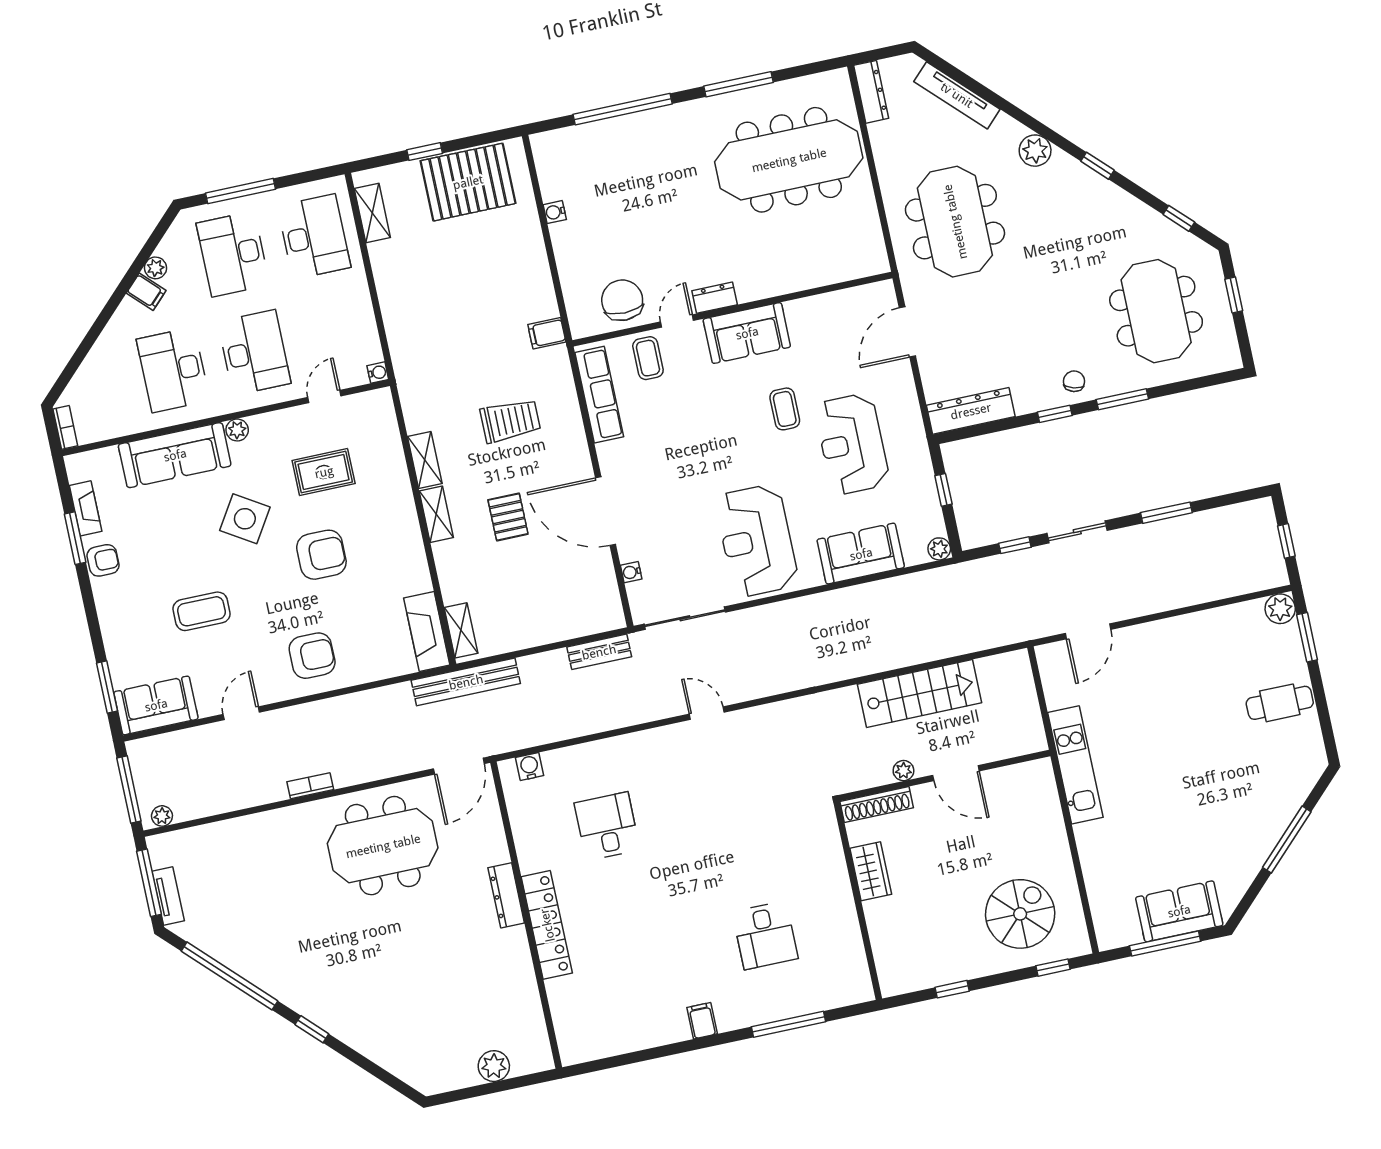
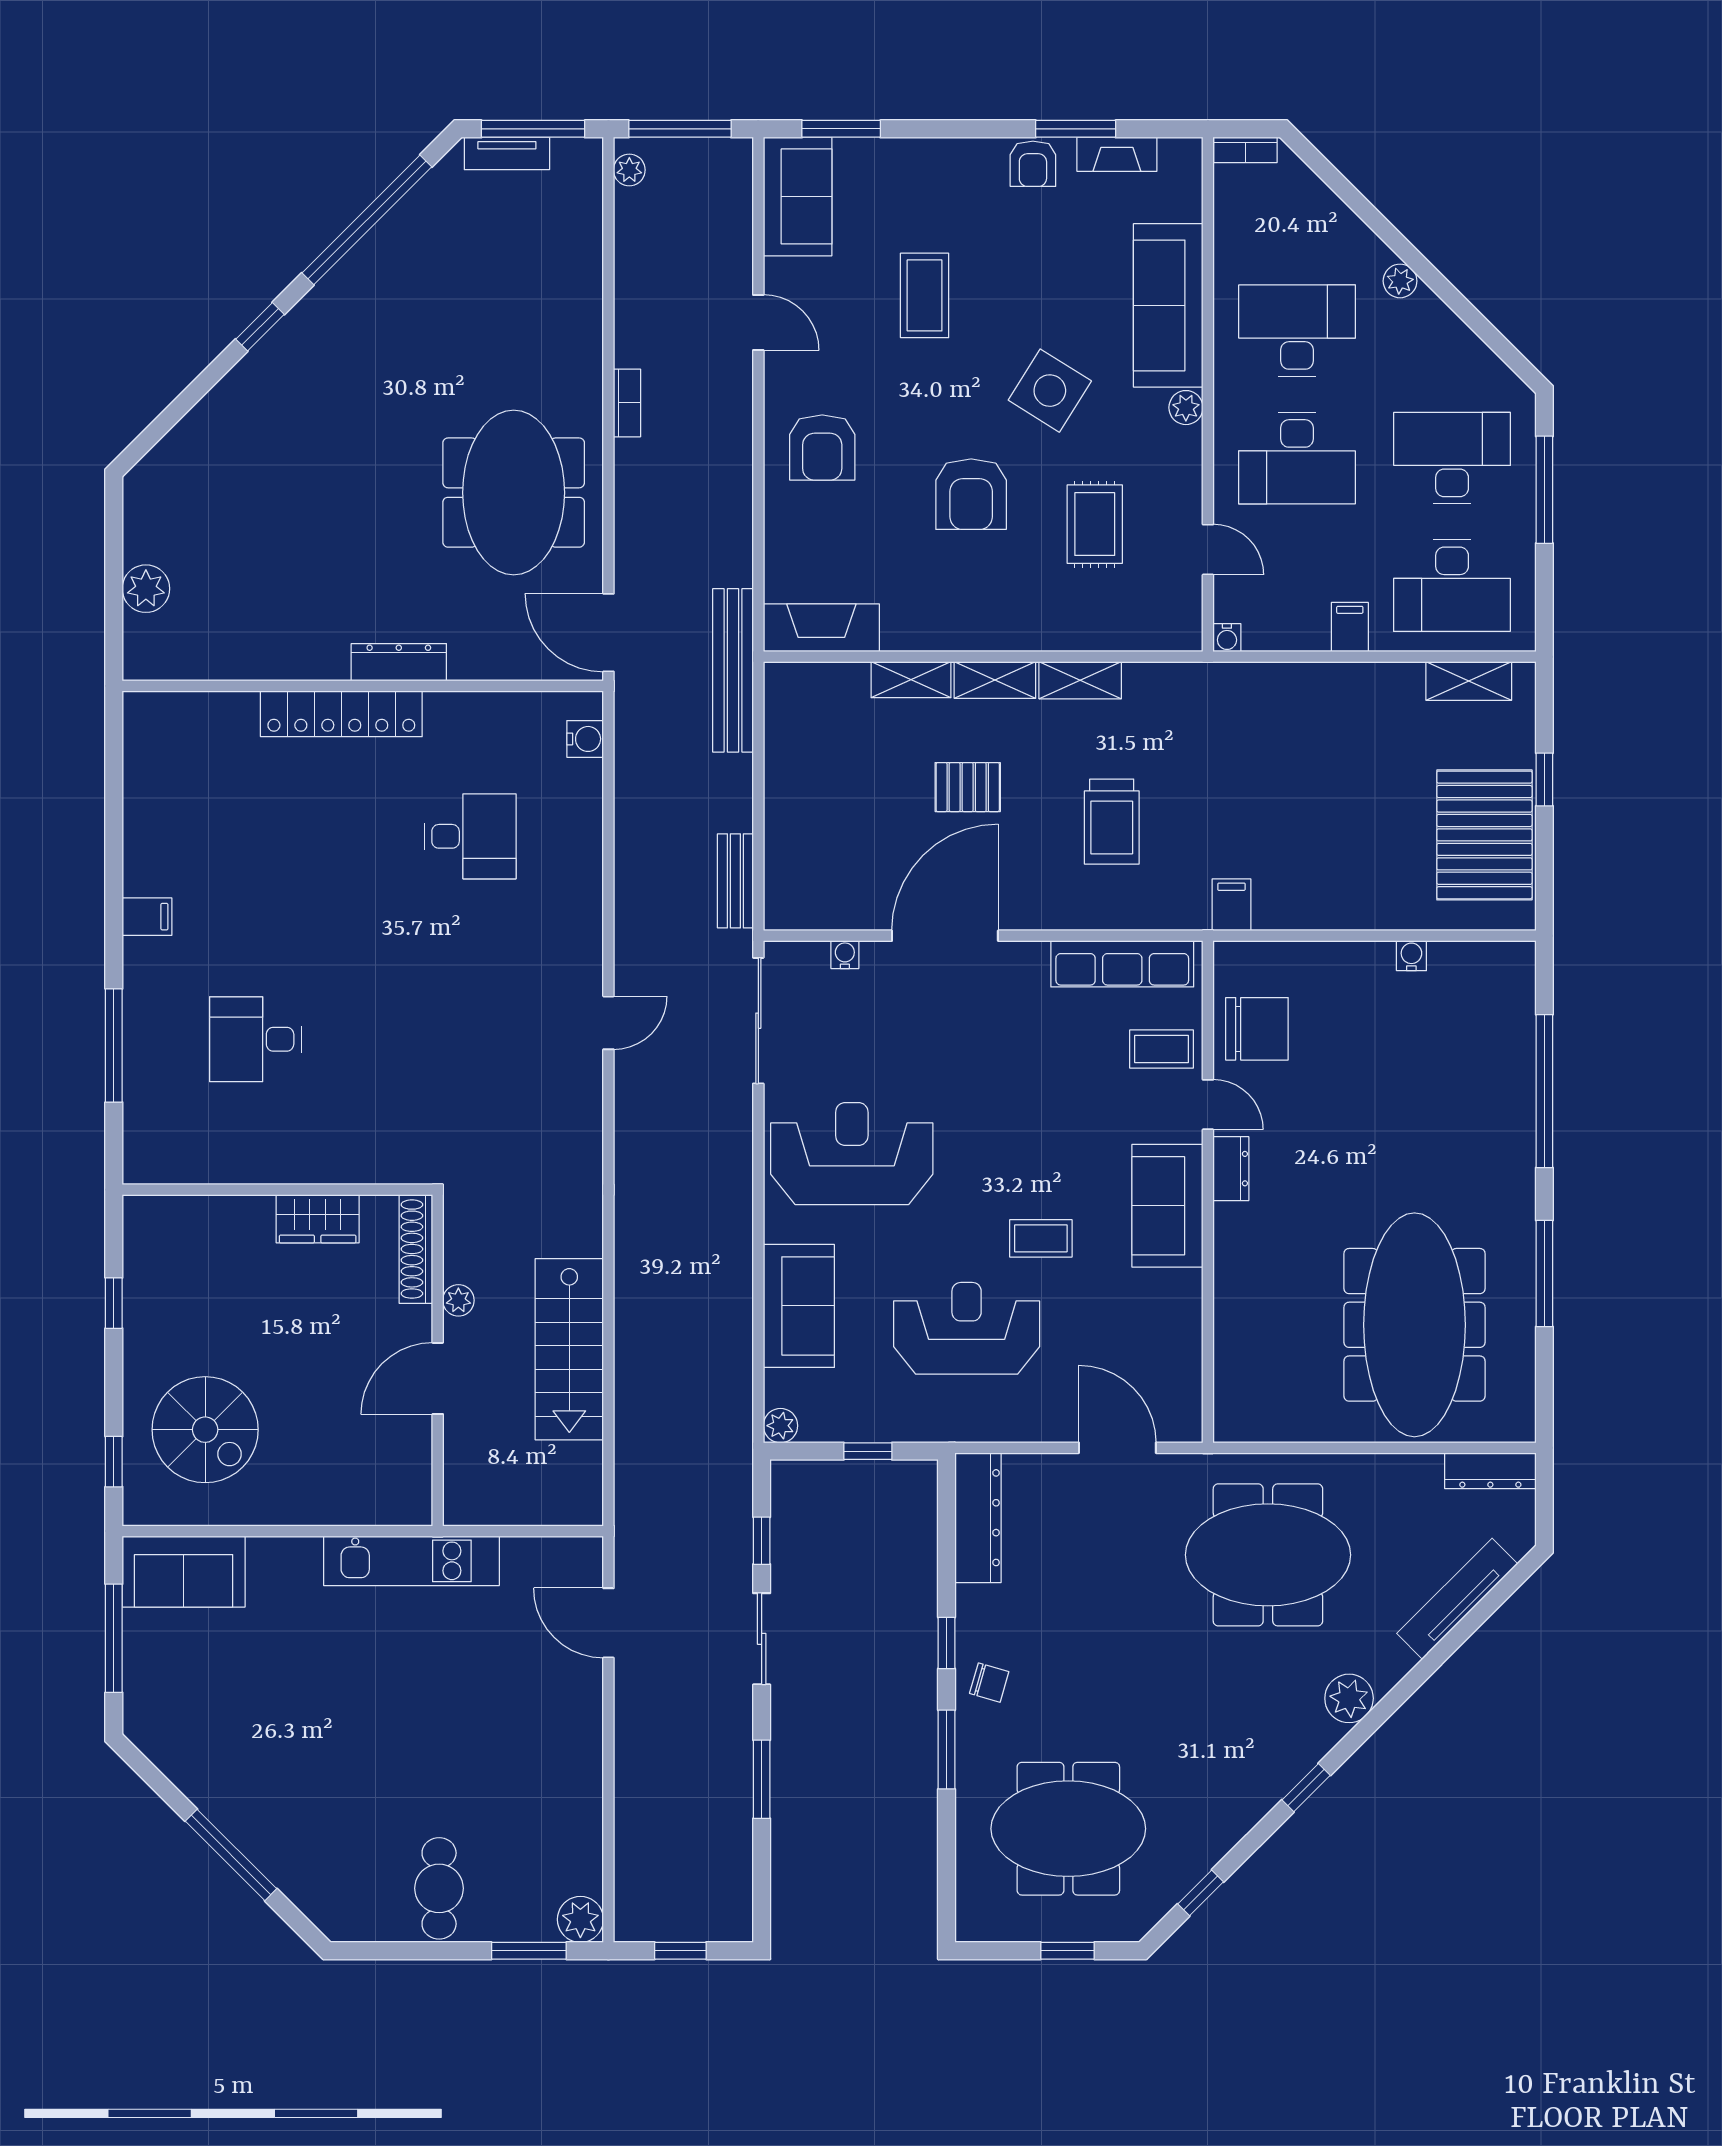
plant: (156, 268) -> (1400, 281), moved
filing cabinet: (146, 292) -> (1350, 627), moved, turned 135
shelving: (461, 630) -> (911, 680), moved
sofa: (1179, 911) -> (184, 1572), moved, turned 90

